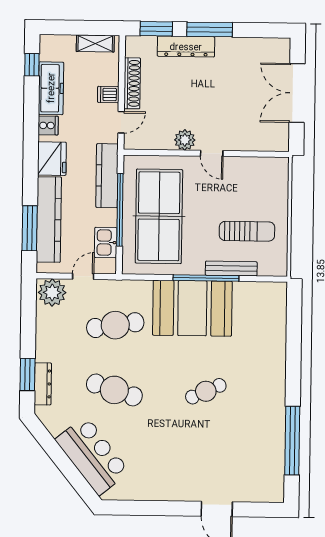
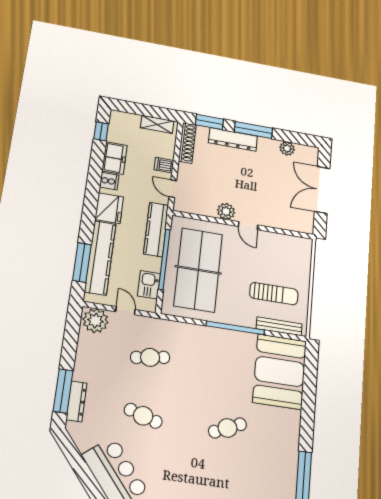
plant: (252, 46) -> (287, 148), added
shoe rack: (132, 83) -> (187, 143), moved
freezer: (51, 88) -> (114, 158), width x0.71
door: (121, 122) -> (173, 189), swing flipped
bench: (231, 269) -> (279, 326), moved
door: (83, 276) -> (125, 311), hinge flipped
booth: (192, 308) -> (280, 372), moved, turned 90
cafe table: (115, 325) -> (150, 357), width x0.73, depth x0.74
window: (28, 375) -> (63, 391), width x1.44
cafe table: (114, 390) -> (143, 416), width x0.73, depth x0.74

